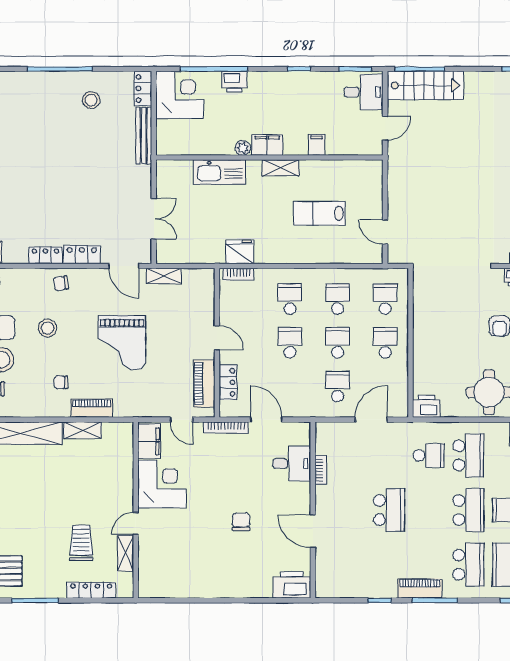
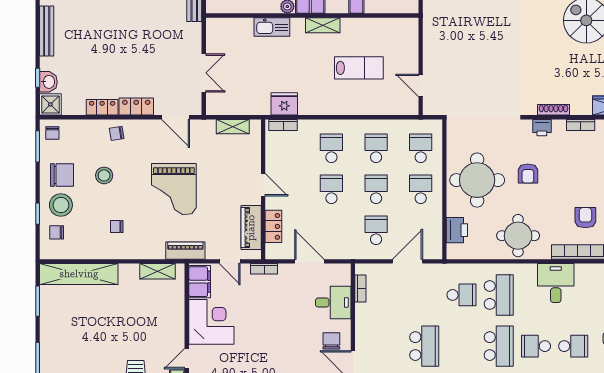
kitchen sink: (220, 172) -> (272, 27), width x0.73, depth x0.81
lab bench: (319, 213) -> (359, 68), turned 180
shelving: (164, 276) -> (233, 127), moved
round table: (445, 333) -> (477, 180), added
printer: (426, 406) -> (457, 230), moved, turned 90
piano: (92, 408) -> (185, 251), moved
bookcase: (226, 428) -> (264, 269), width x0.64
shelving: (82, 430) -> (157, 271), moved
bookcase: (321, 470) -> (360, 289), moved
chair: (241, 522) -> (331, 341), moved

